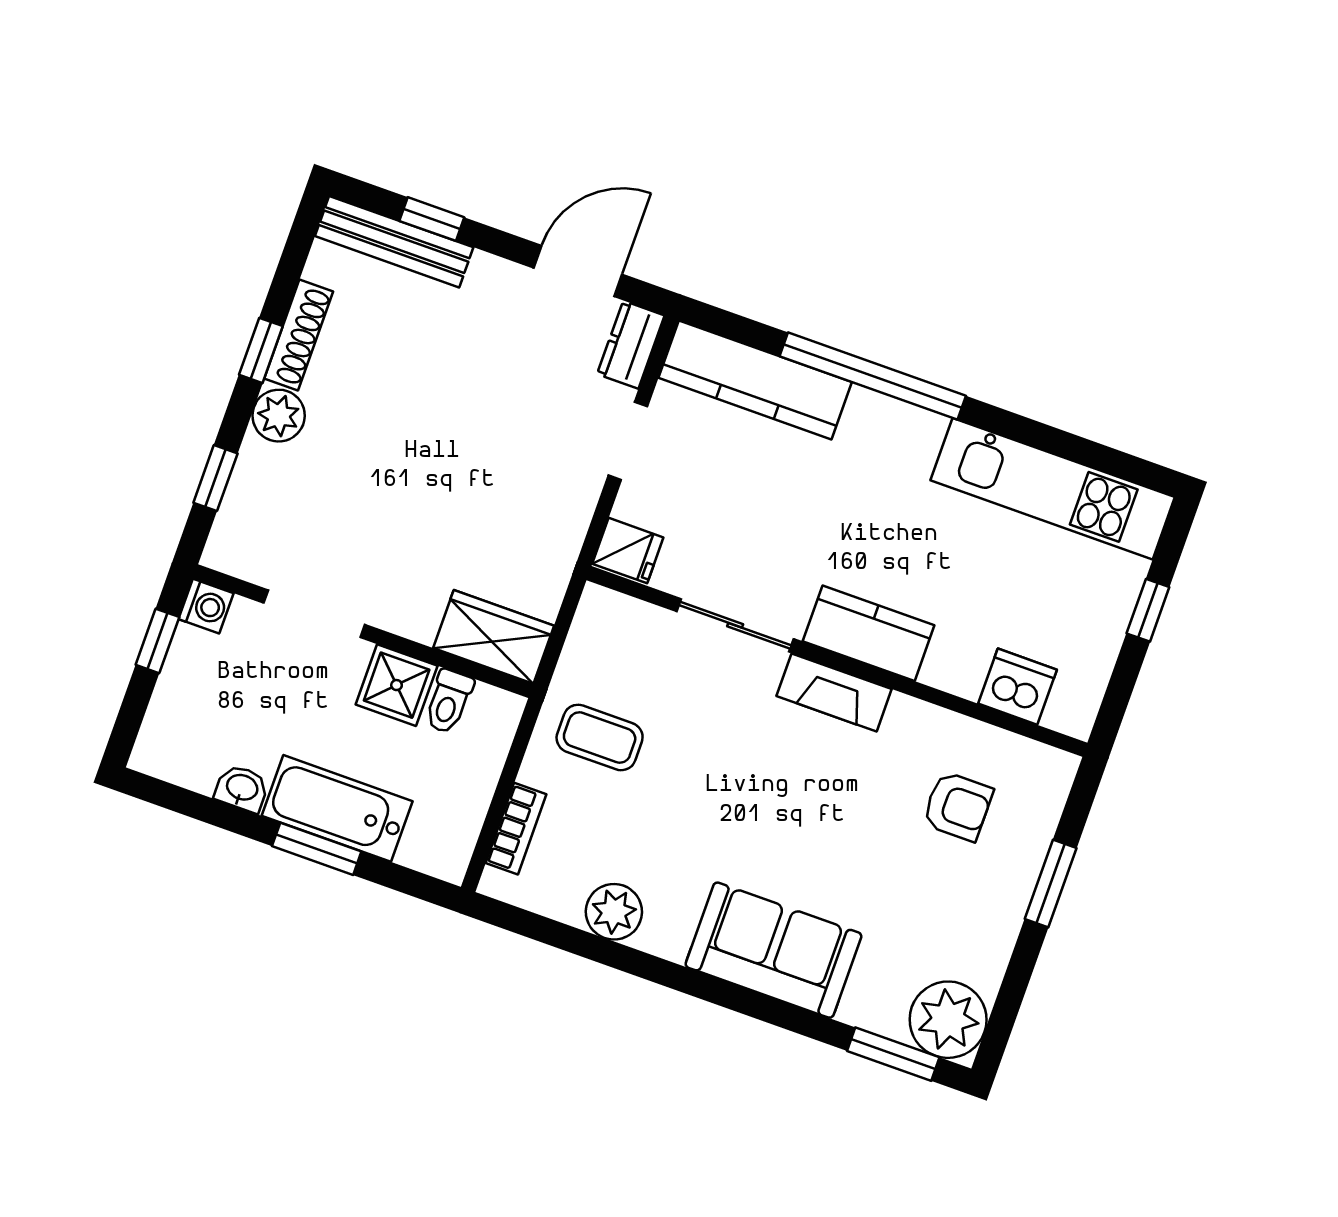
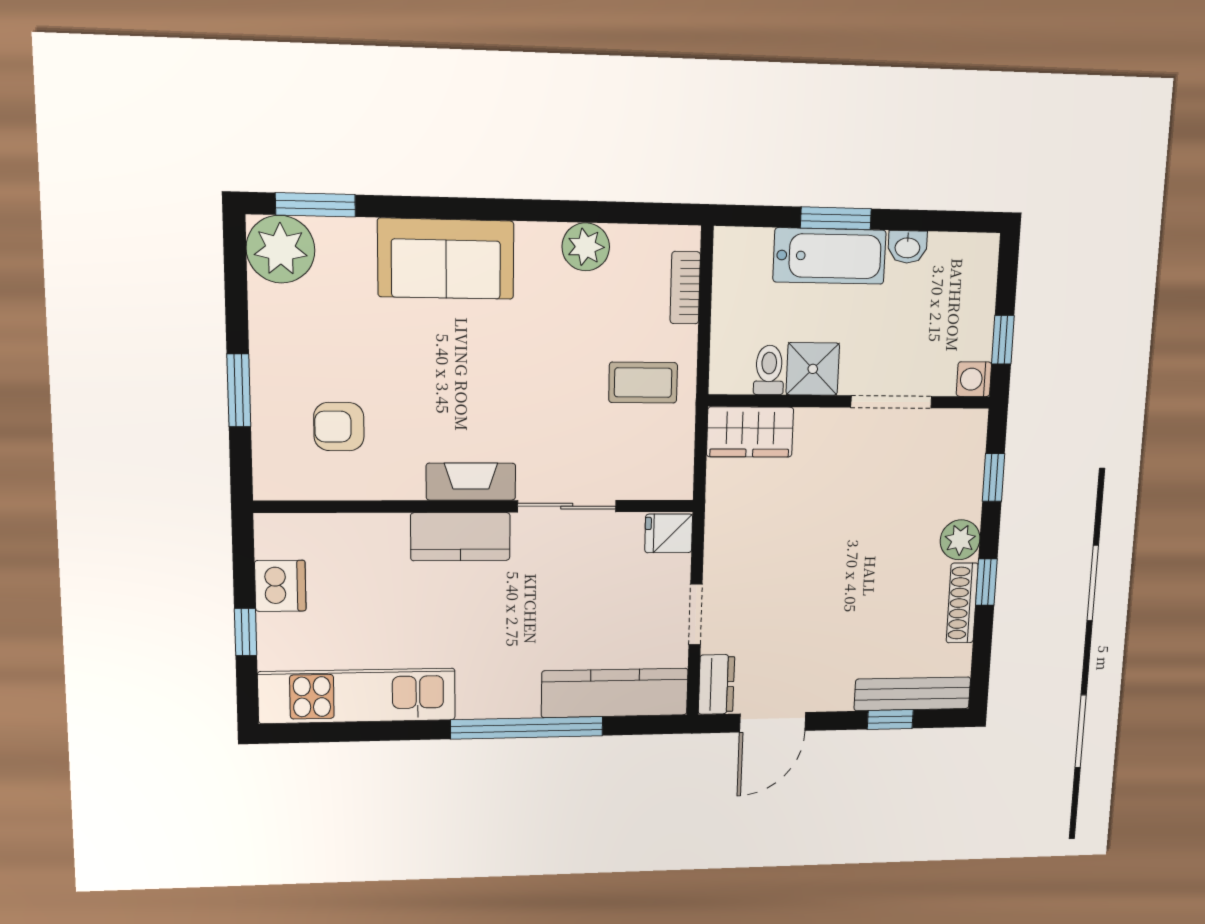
dishwasher: (1018, 687) -> (280, 586), moved, turned -90

